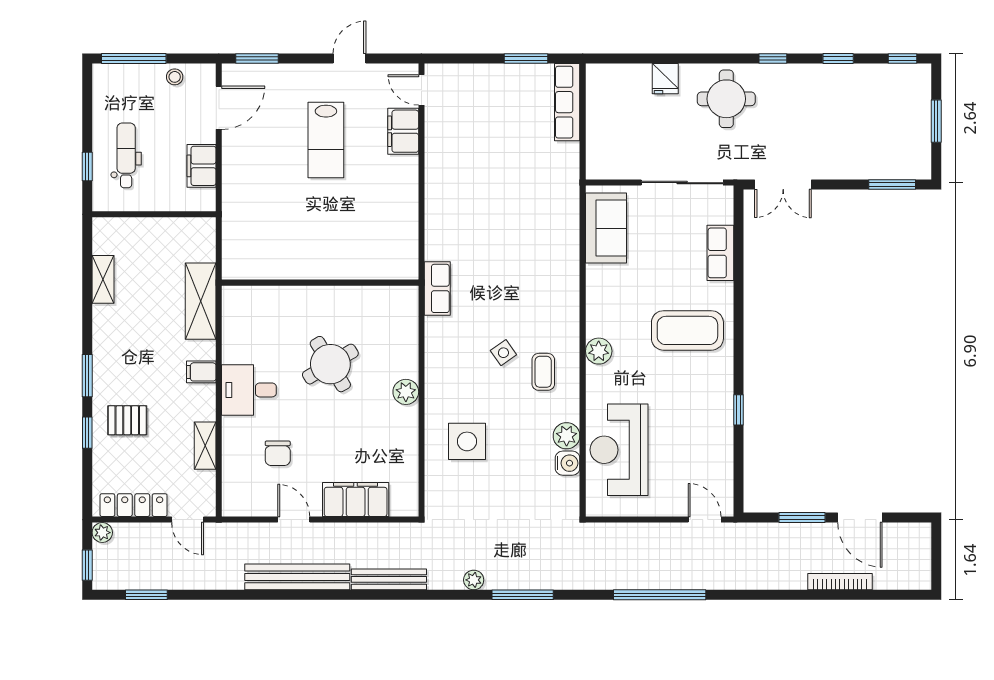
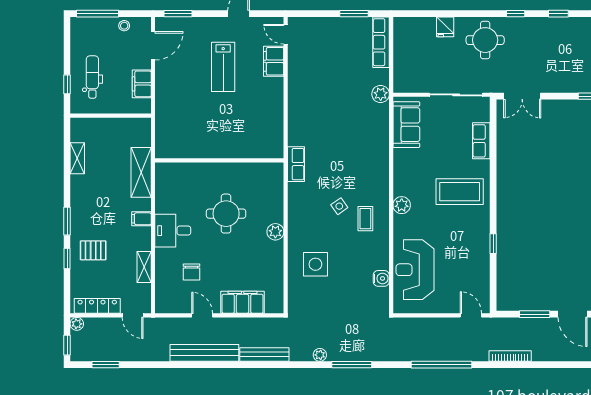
round table: (330, 364) -> (226, 214), turned 31
plant: (567, 436) -> (381, 94), moved
bookcase: (840, 582) -> (510, 356), moved

